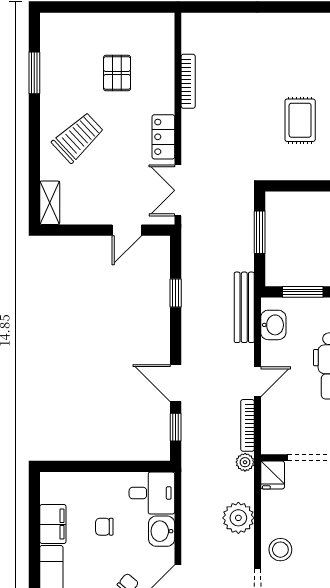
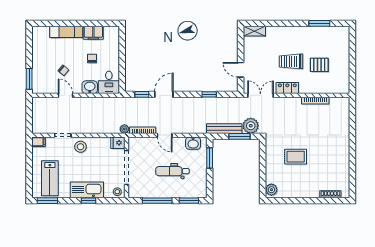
trolley: (78, 137) -> (291, 61), moved, turned 133
bench: (244, 307) -> (224, 129), moved
plant: (238, 518) -> (251, 126), moved

